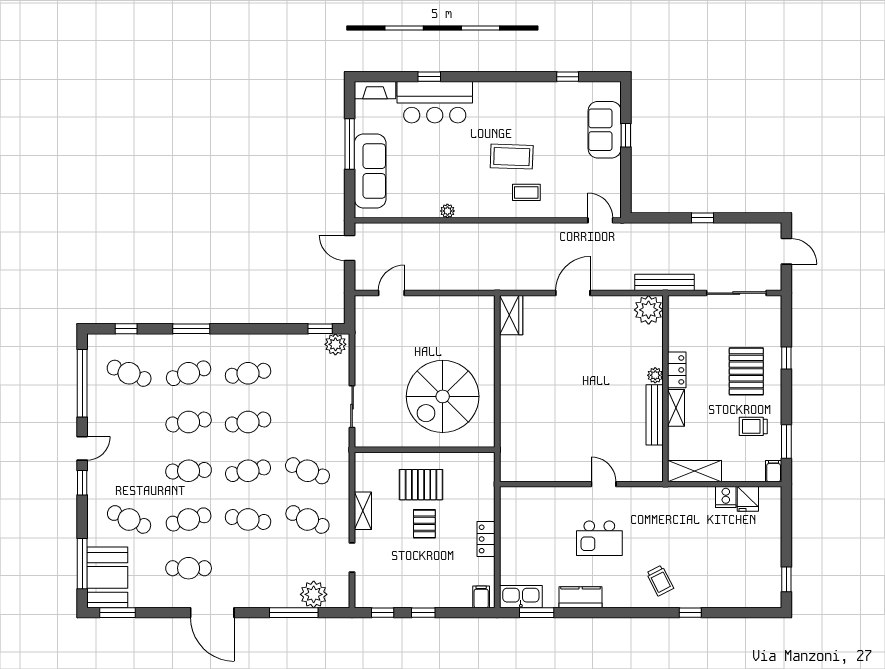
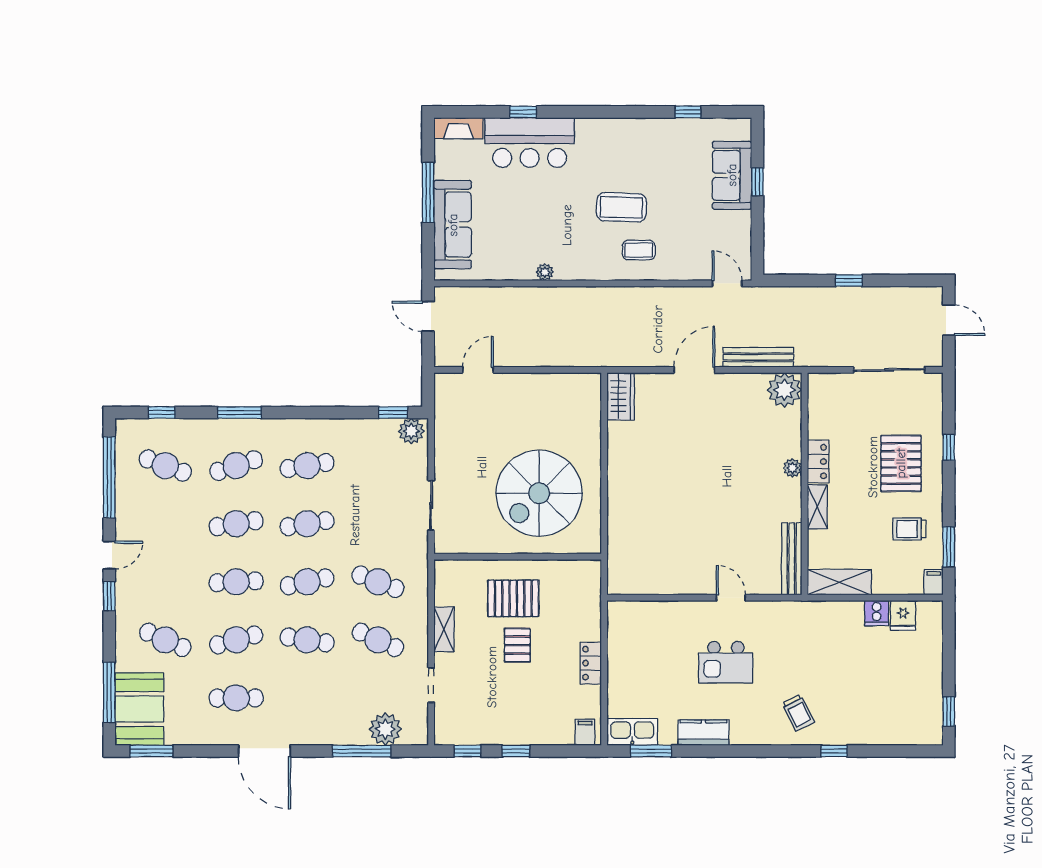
bench: (665, 282) -> (758, 357), moved
bench: (655, 415) -> (792, 559), moved

